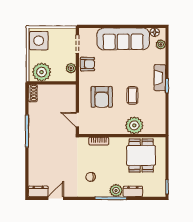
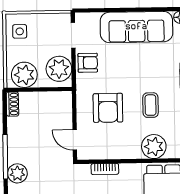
side table: (39, 41) -> (20, 31), width x0.54, depth x0.54
plant: (71, 68) -> (59, 69), width x1.87, depth x1.87
plant: (35, 143) -> (17, 173), added

